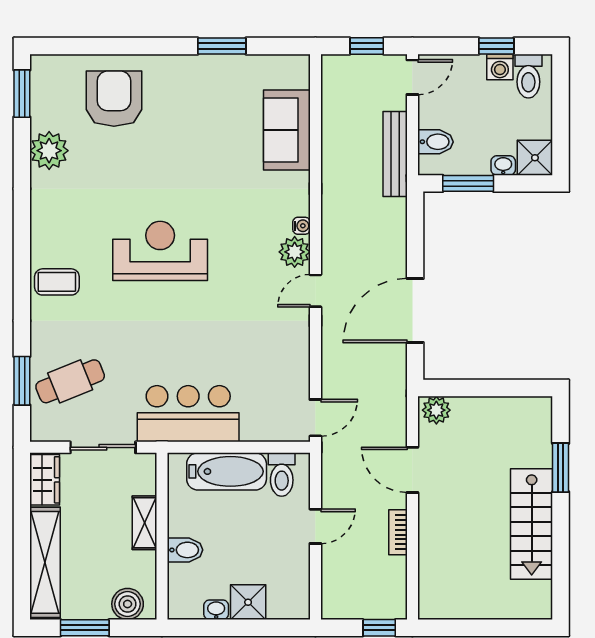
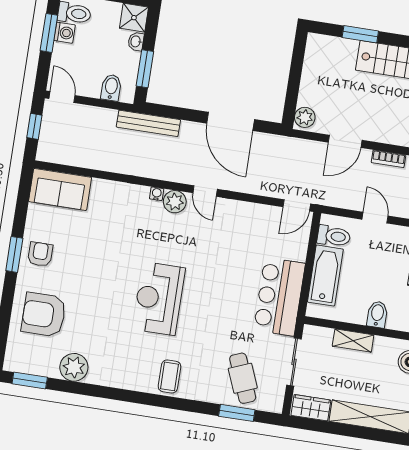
window: (222, 46) -> (14, 254), moved
window: (496, 46) -> (49, 33), width x1.50
armchair: (195, 81) -> (40, 254), added
sofa: (287, 130) -> (60, 189), moved
bench: (395, 154) -> (148, 123), moved
door: (315, 418) -> (297, 205), swing flipped

